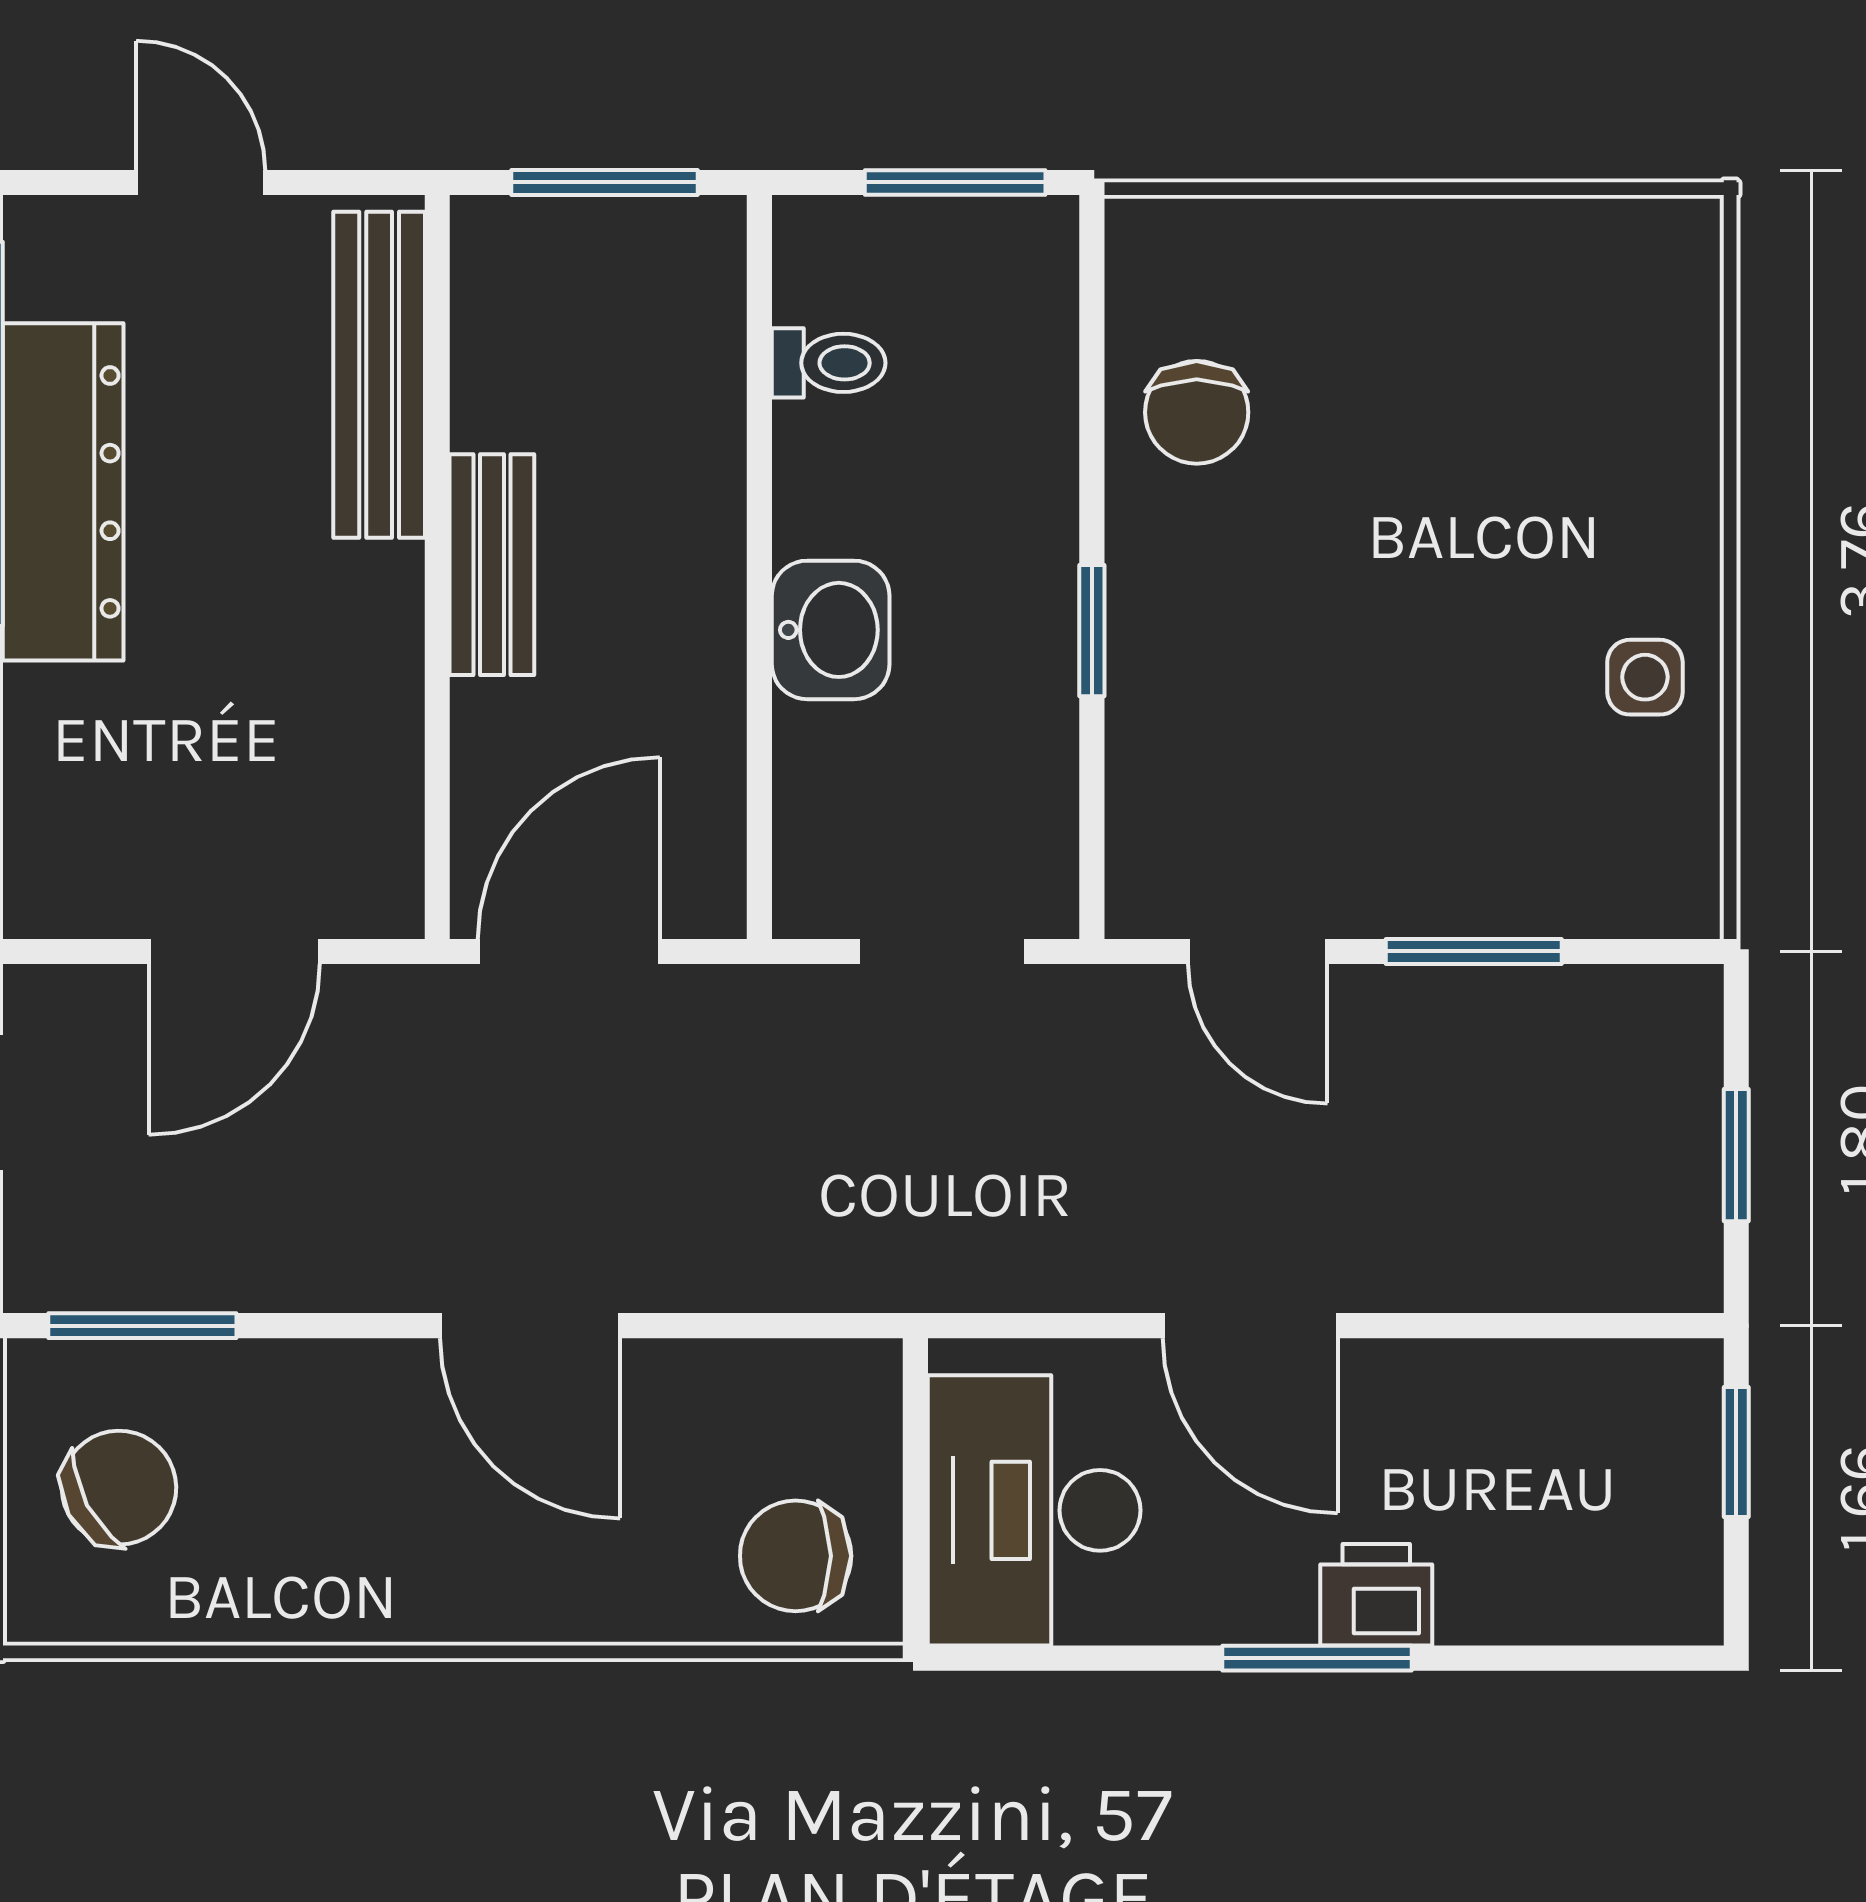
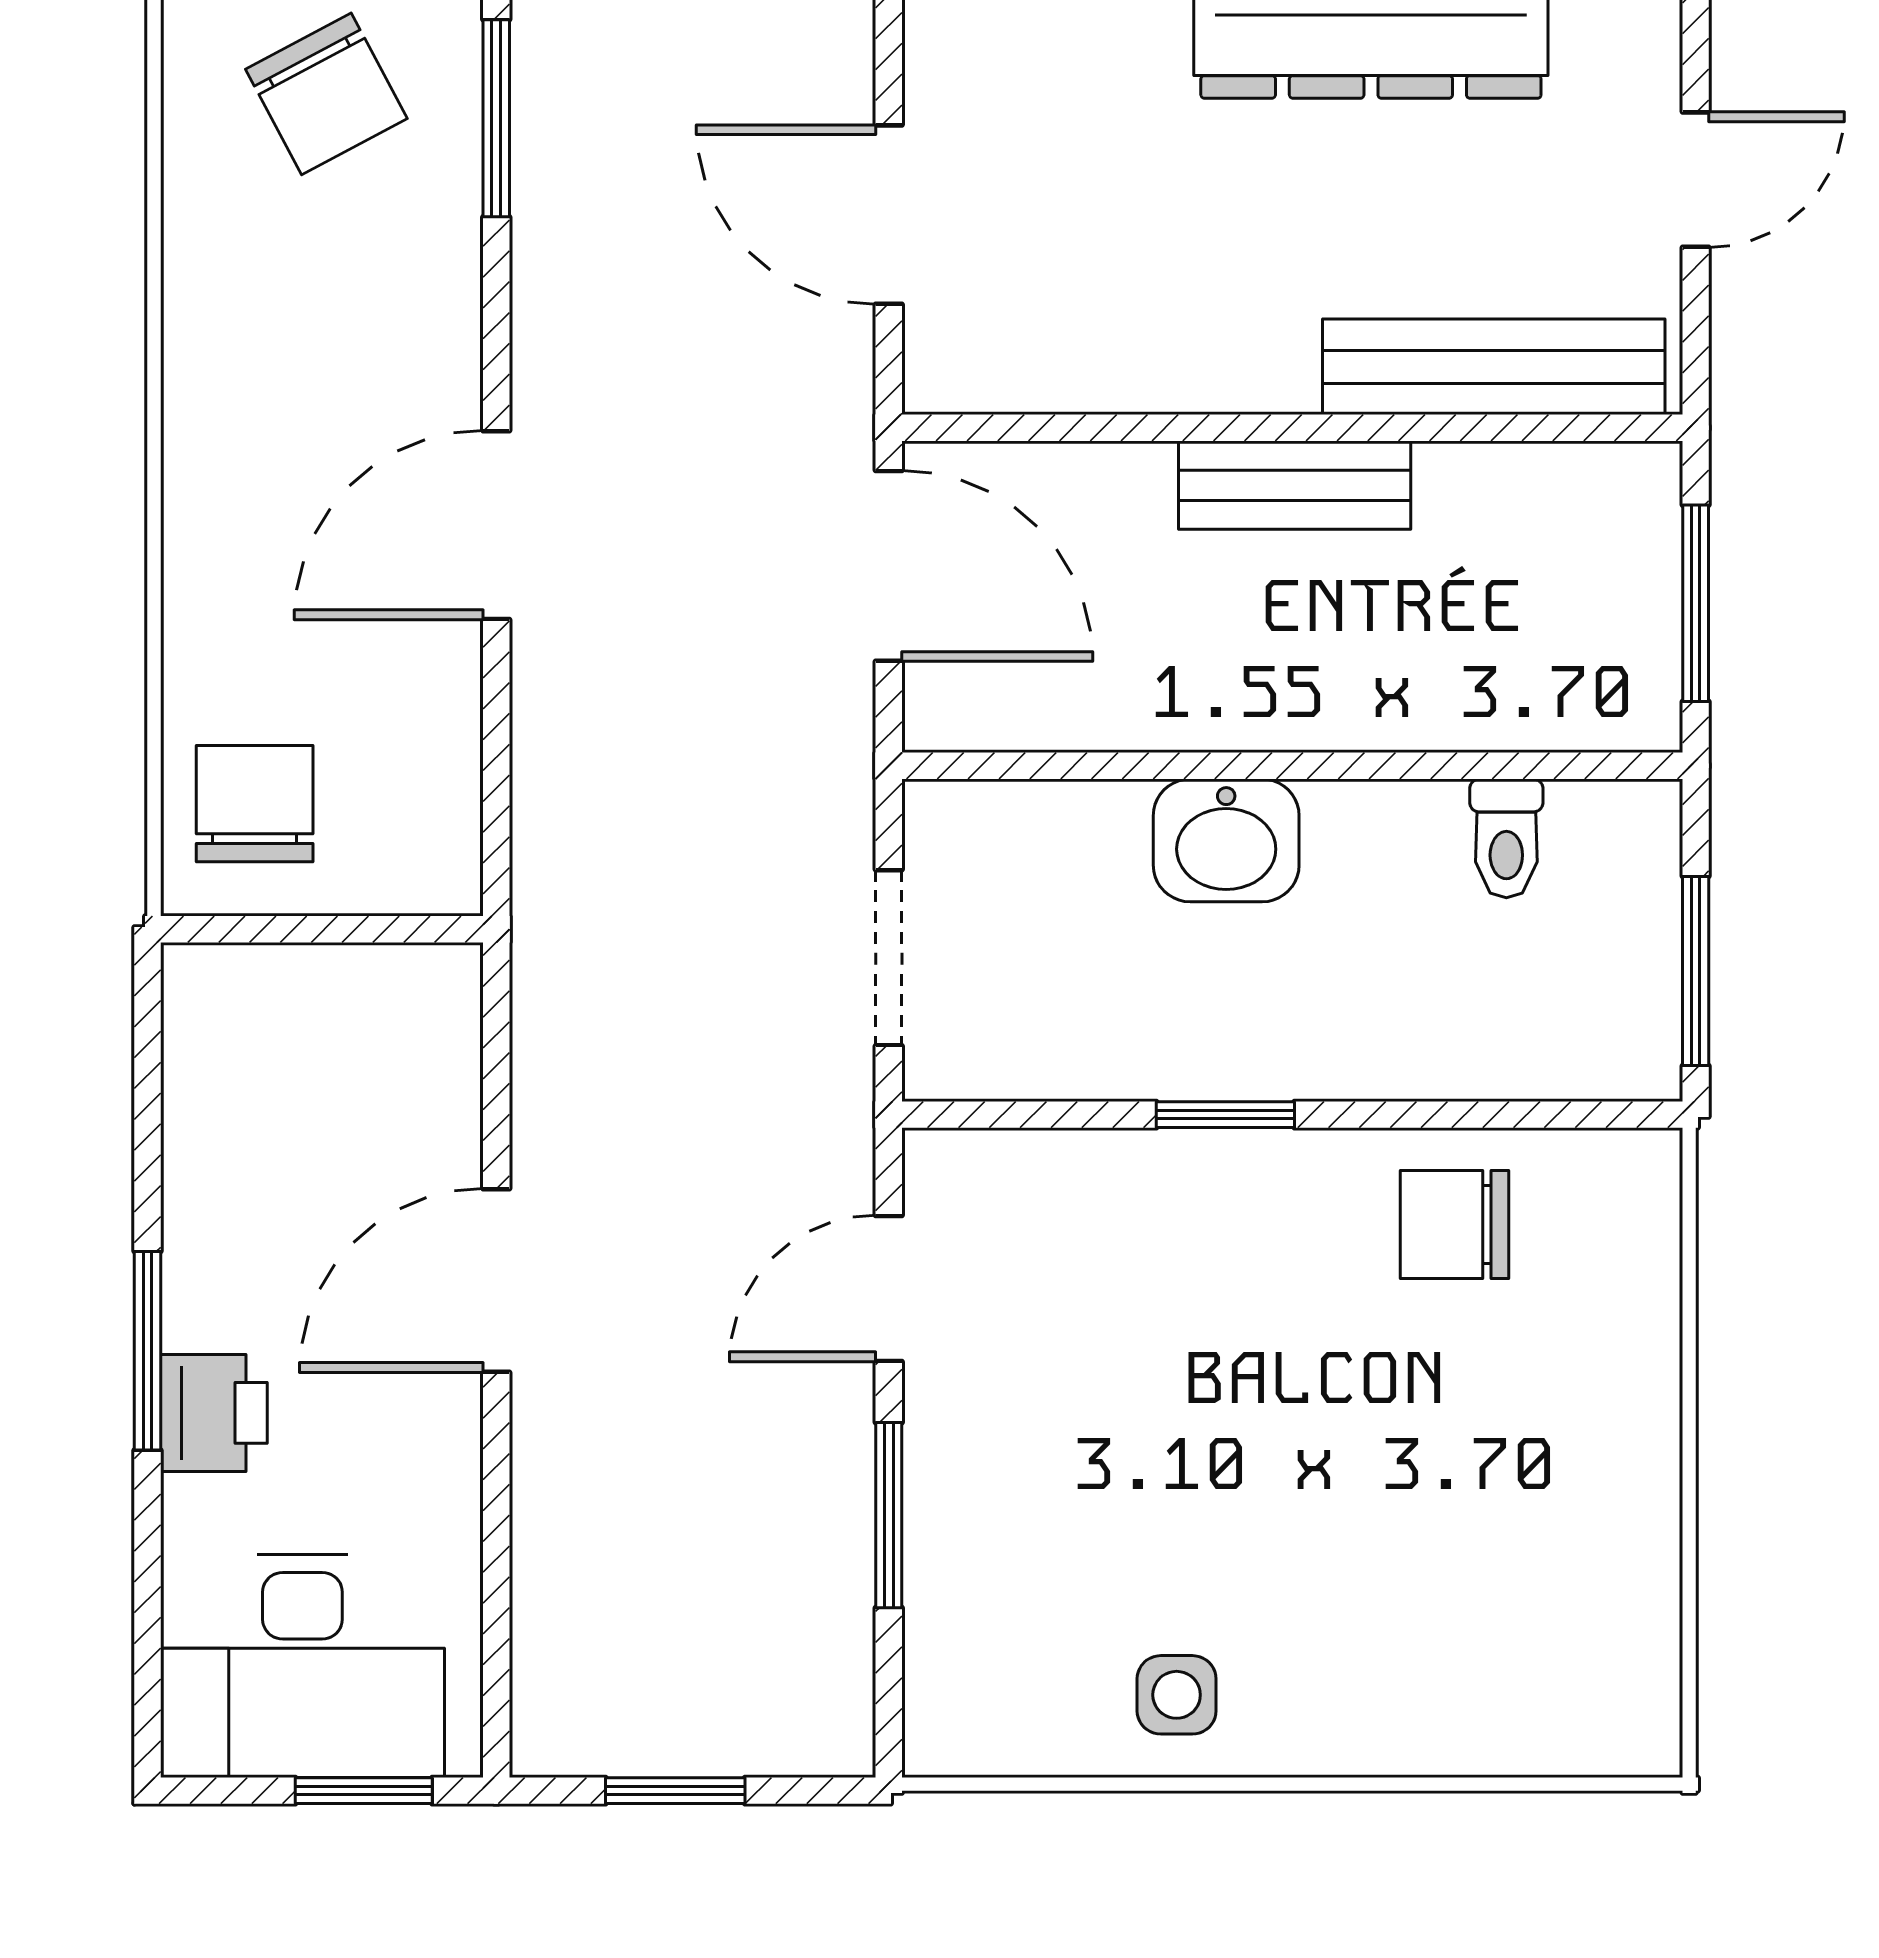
desk: (1034, 1510) -> (302, 1666), moved, turned 180

